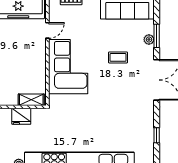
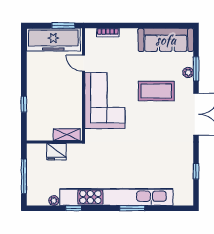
door: (47, 30) -> (83, 63), swing flipped
coffee table: (118, 57) -> (156, 91), width x1.86, depth x1.72

